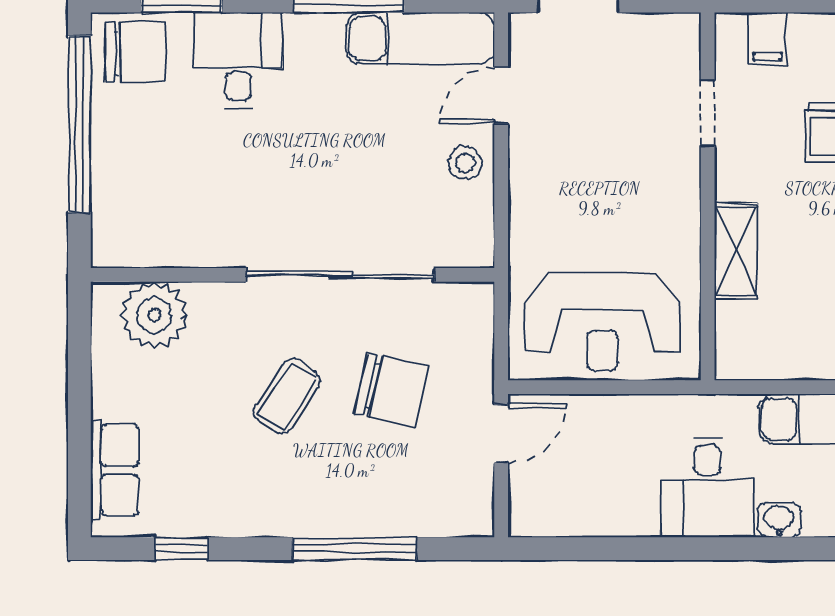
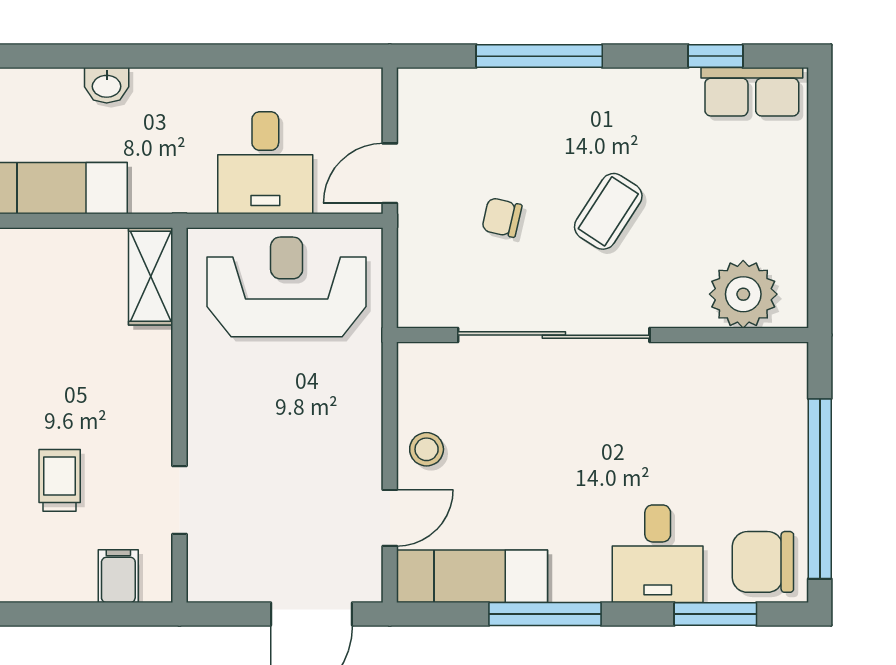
shelving: (736, 251) -> (151, 276), moved
chair: (391, 390) -> (502, 217), width x0.54, depth x0.54
row of seats: (114, 470) -> (752, 92), moved, turned -90
desk: (707, 487) -> (265, 163), moved, turned 180

